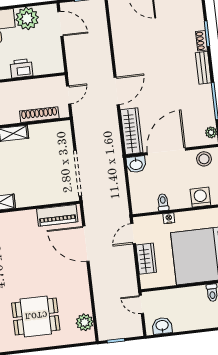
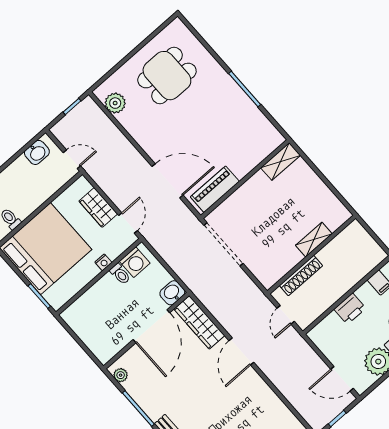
stool: (204, 159) -> (109, 344), removed
washing machine: (200, 197) -> (135, 262), moved

